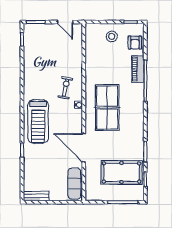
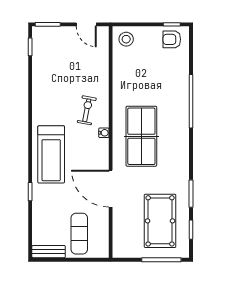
stool: (112, 36) -> (126, 39), moved
armchair: (135, 43) -> (172, 39), moved, turned 90
piano: (138, 69) -> (181, 86), removed
pool table: (122, 172) -> (160, 221), turned 90
exercise mat: (74, 184) -> (79, 234), moved

